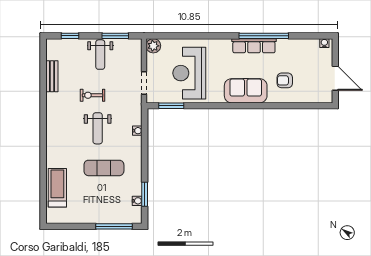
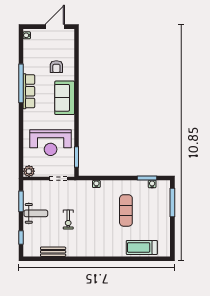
weight bench: (98, 128) -> (95, 215), removed

